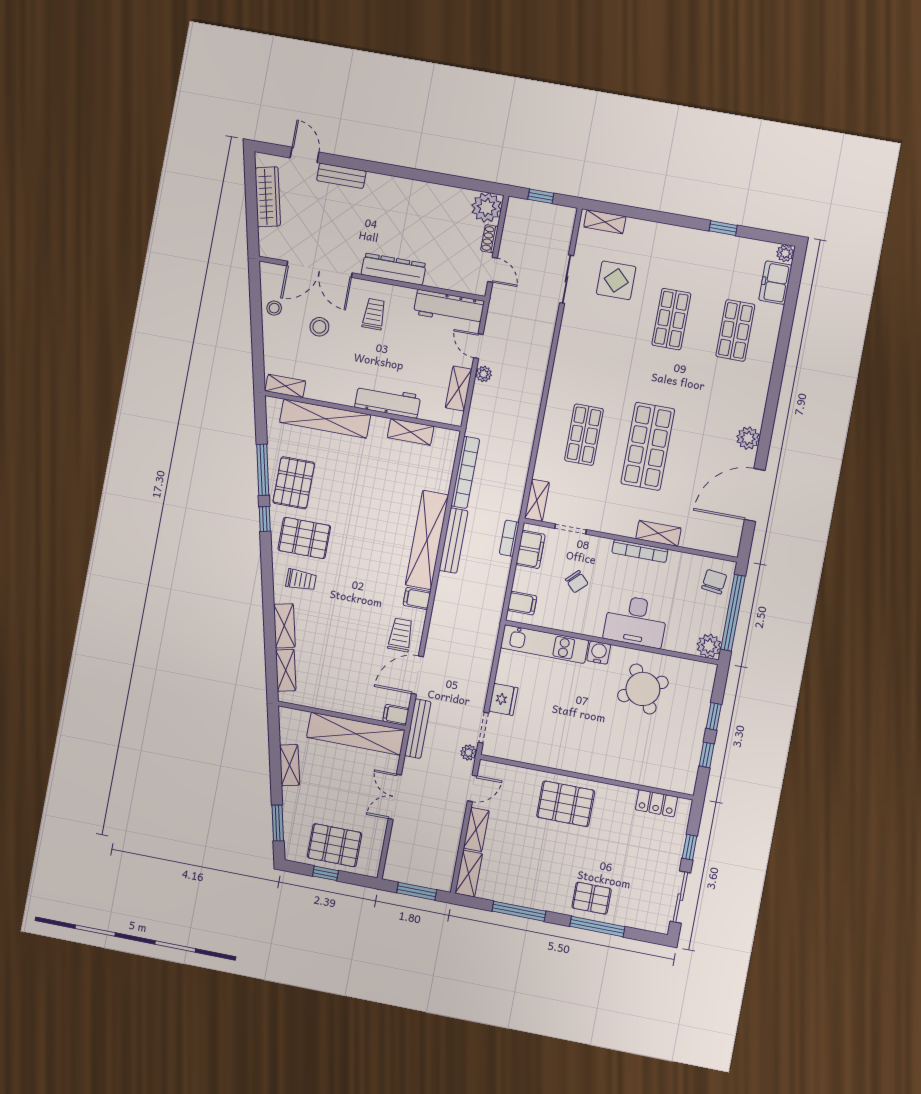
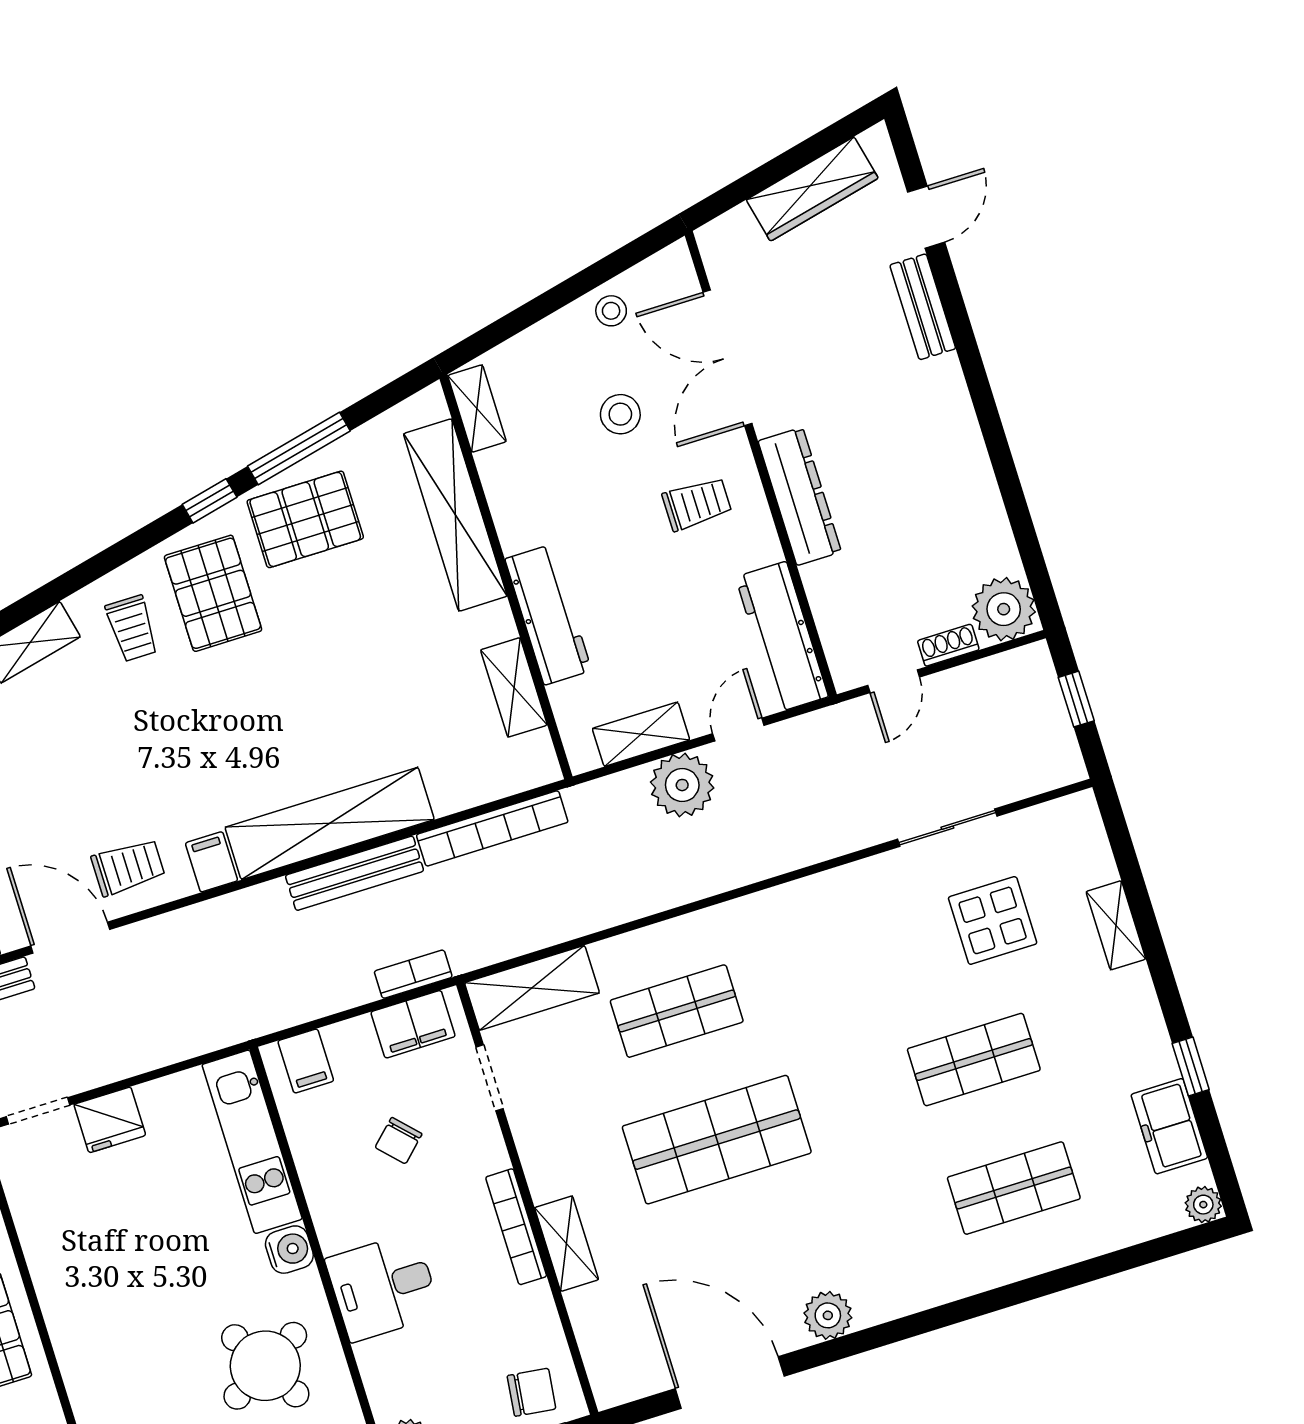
shelving: (605, 222) -> (1116, 925), moved
freezer: (775, 283) -> (1169, 1126), moved, turned -90
plant: (484, 374) -> (682, 785), width x1.88, depth x1.88
shelving: (537, 500) -> (532, 988), width x1.50, depth x1.33
desk: (636, 621) -> (383, 1287), width x0.73

